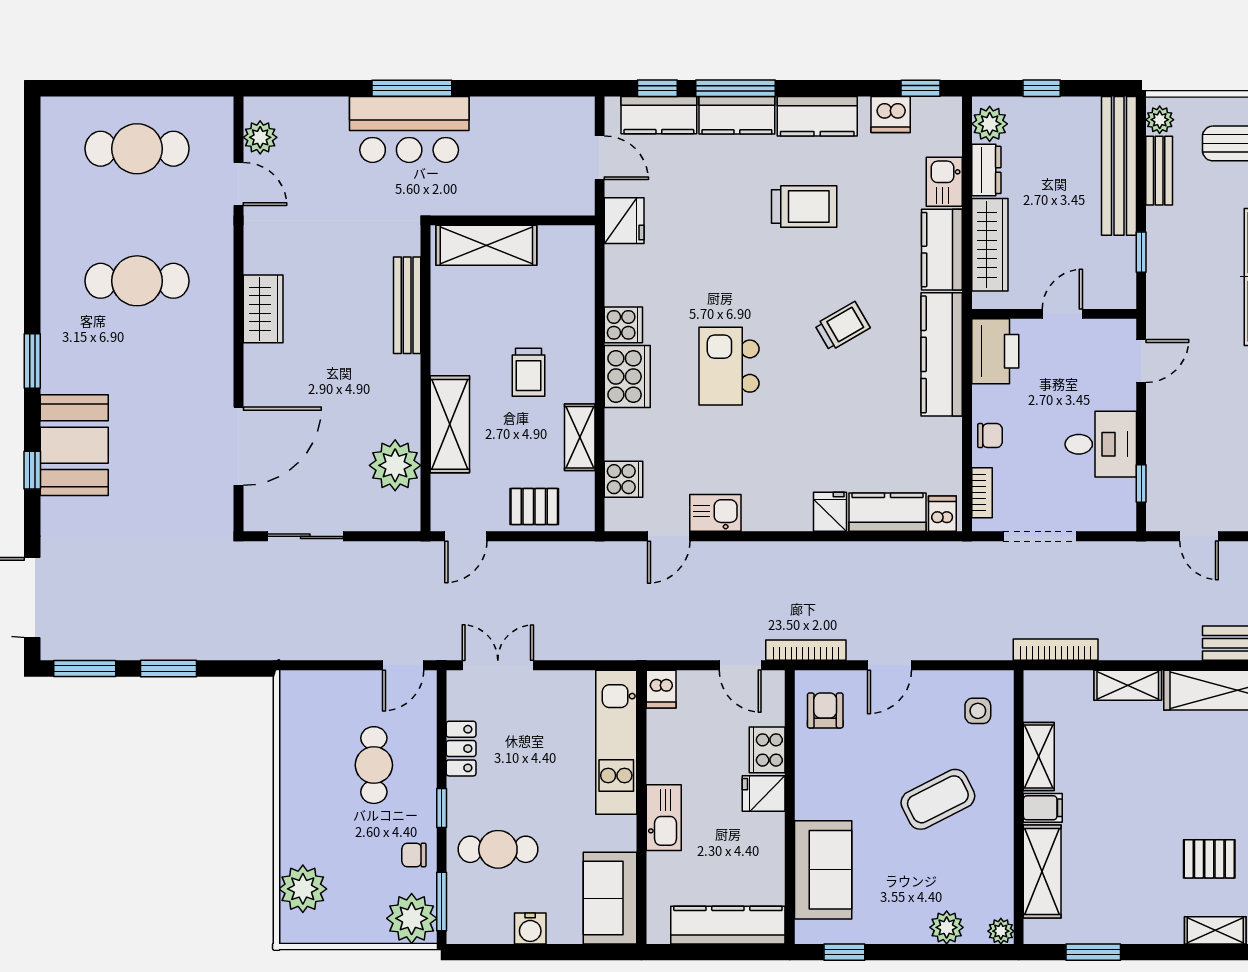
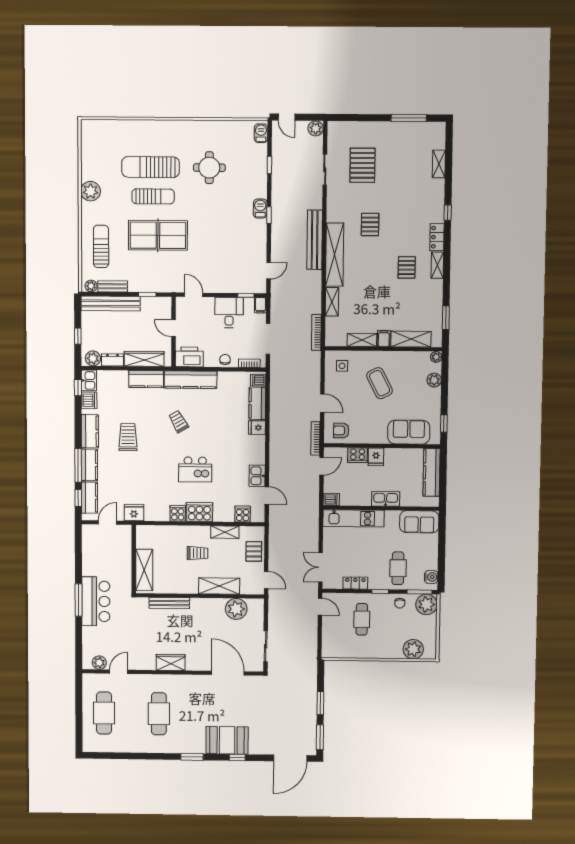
kitchen sink: (944, 182) -> (89, 380), moved, turned -90
filing cabinet: (1118, 518) -> (260, 305), added
cafe table: (374, 765) -> (362, 619), turned 90
water cooler: (530, 928) -> (431, 577), moved

